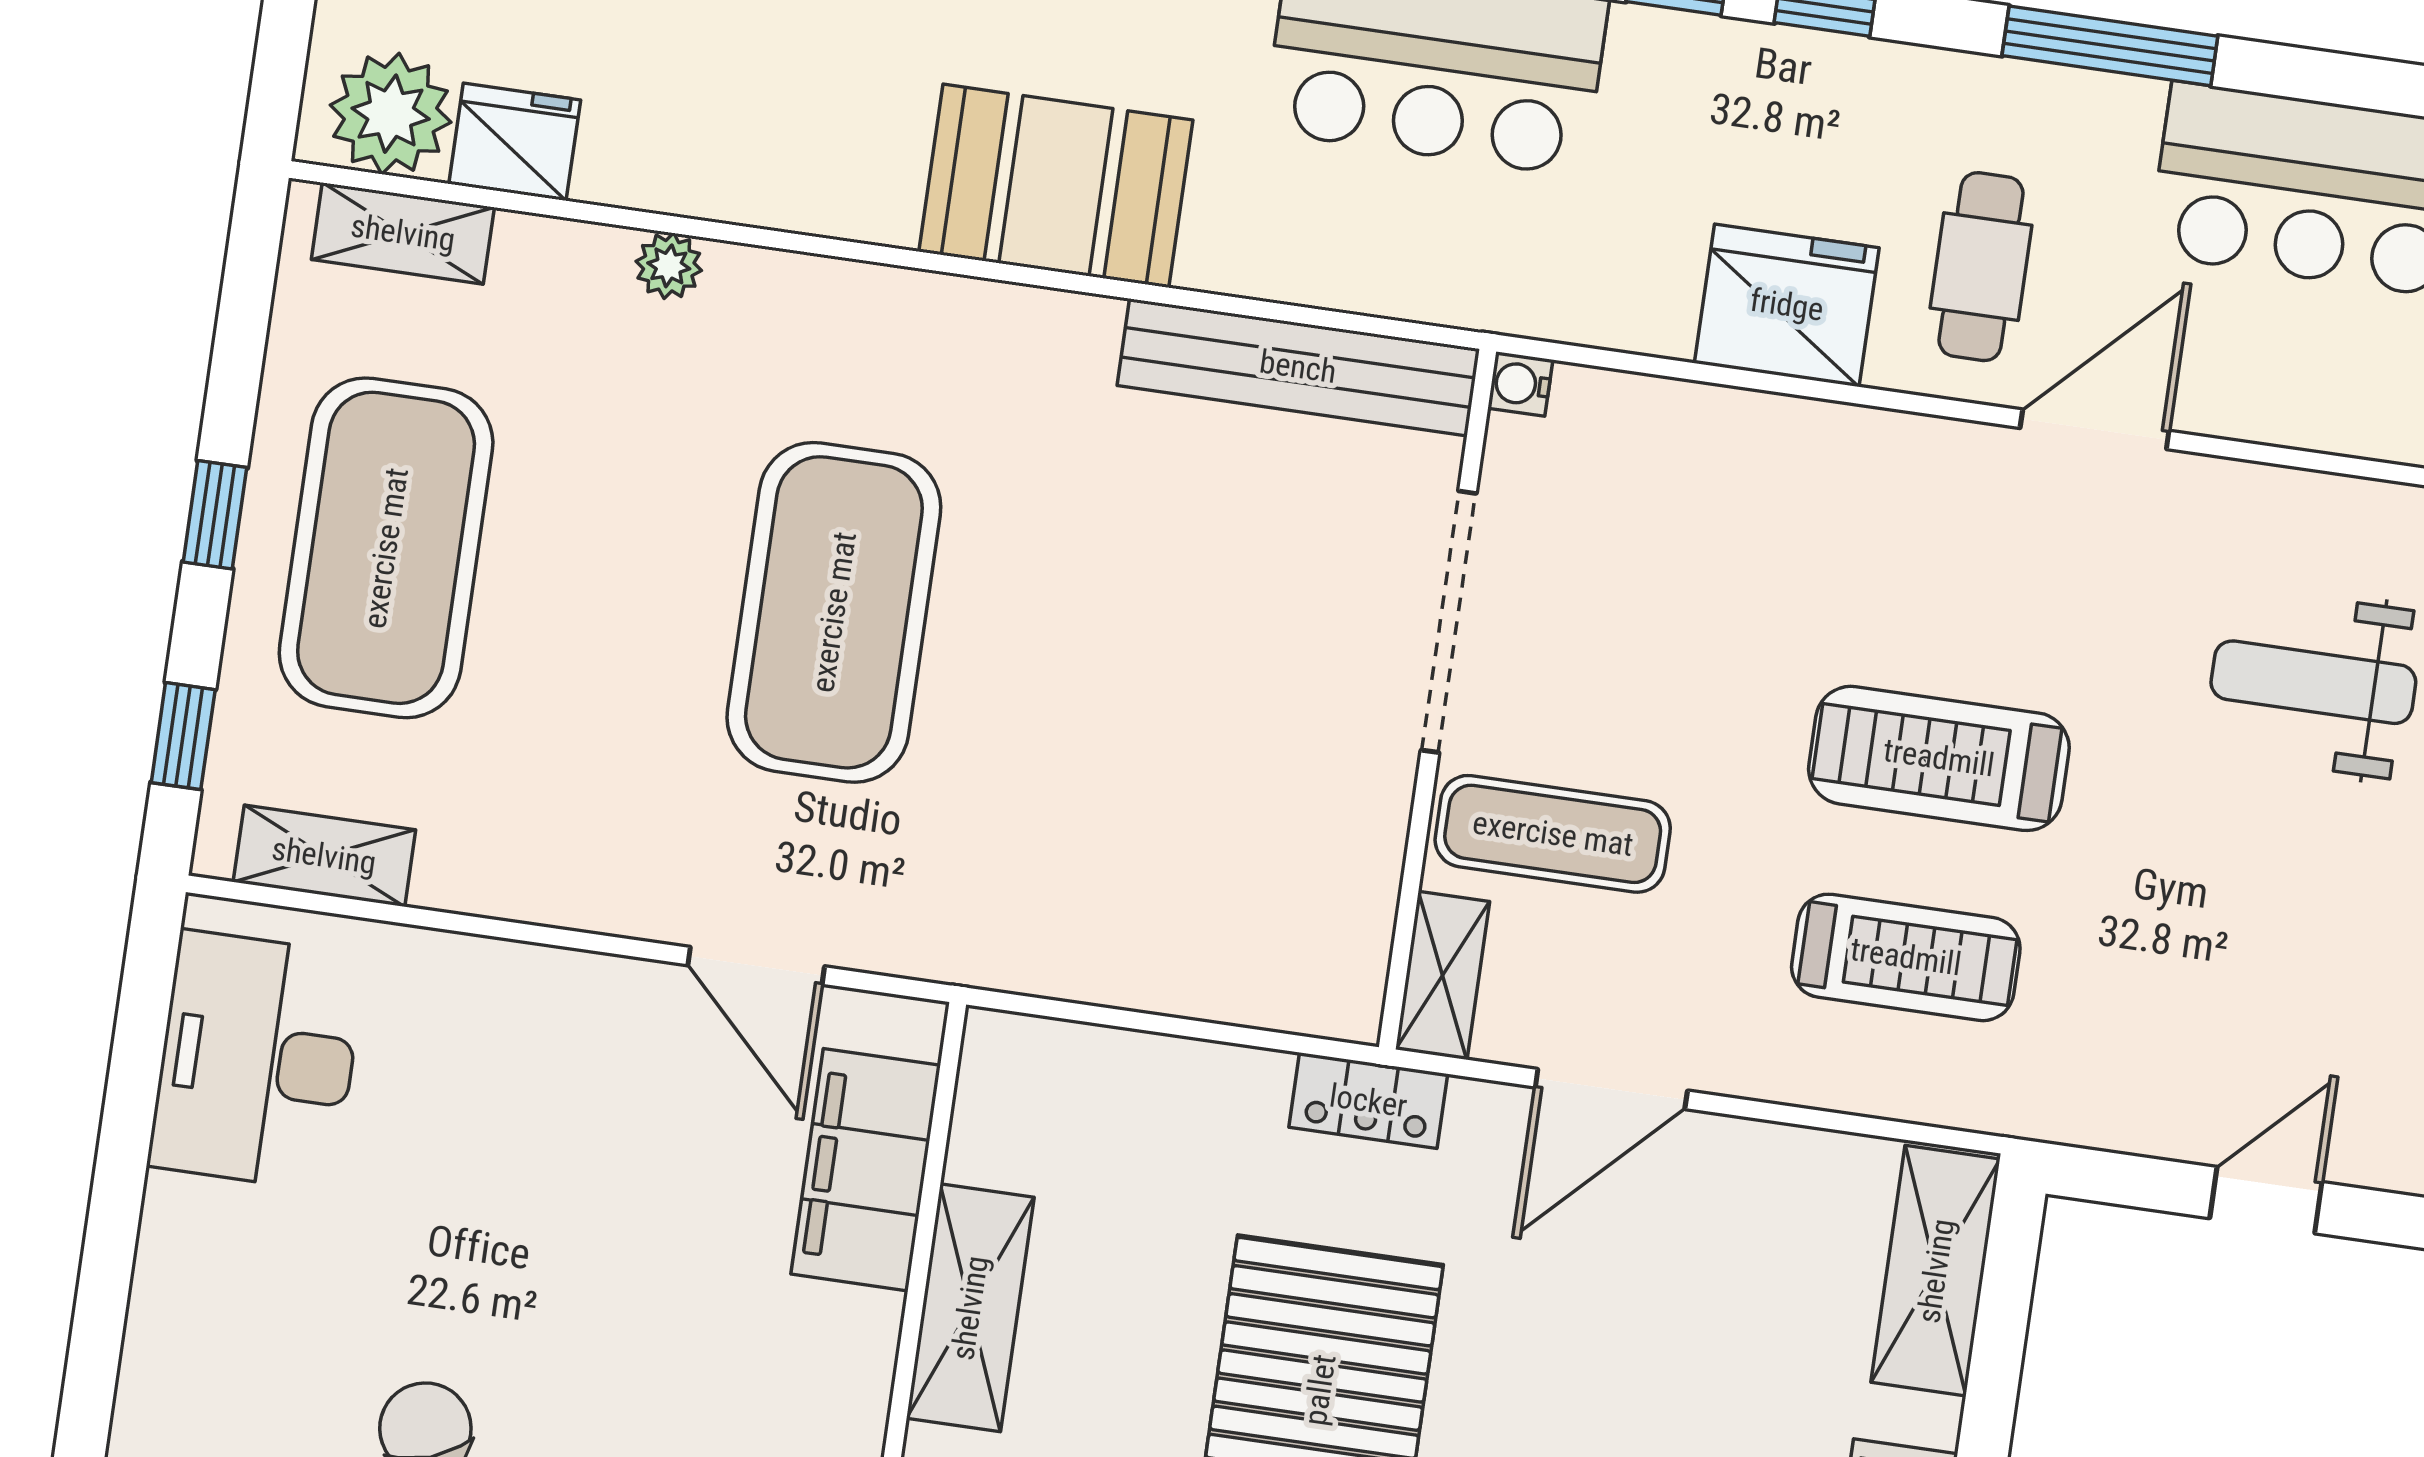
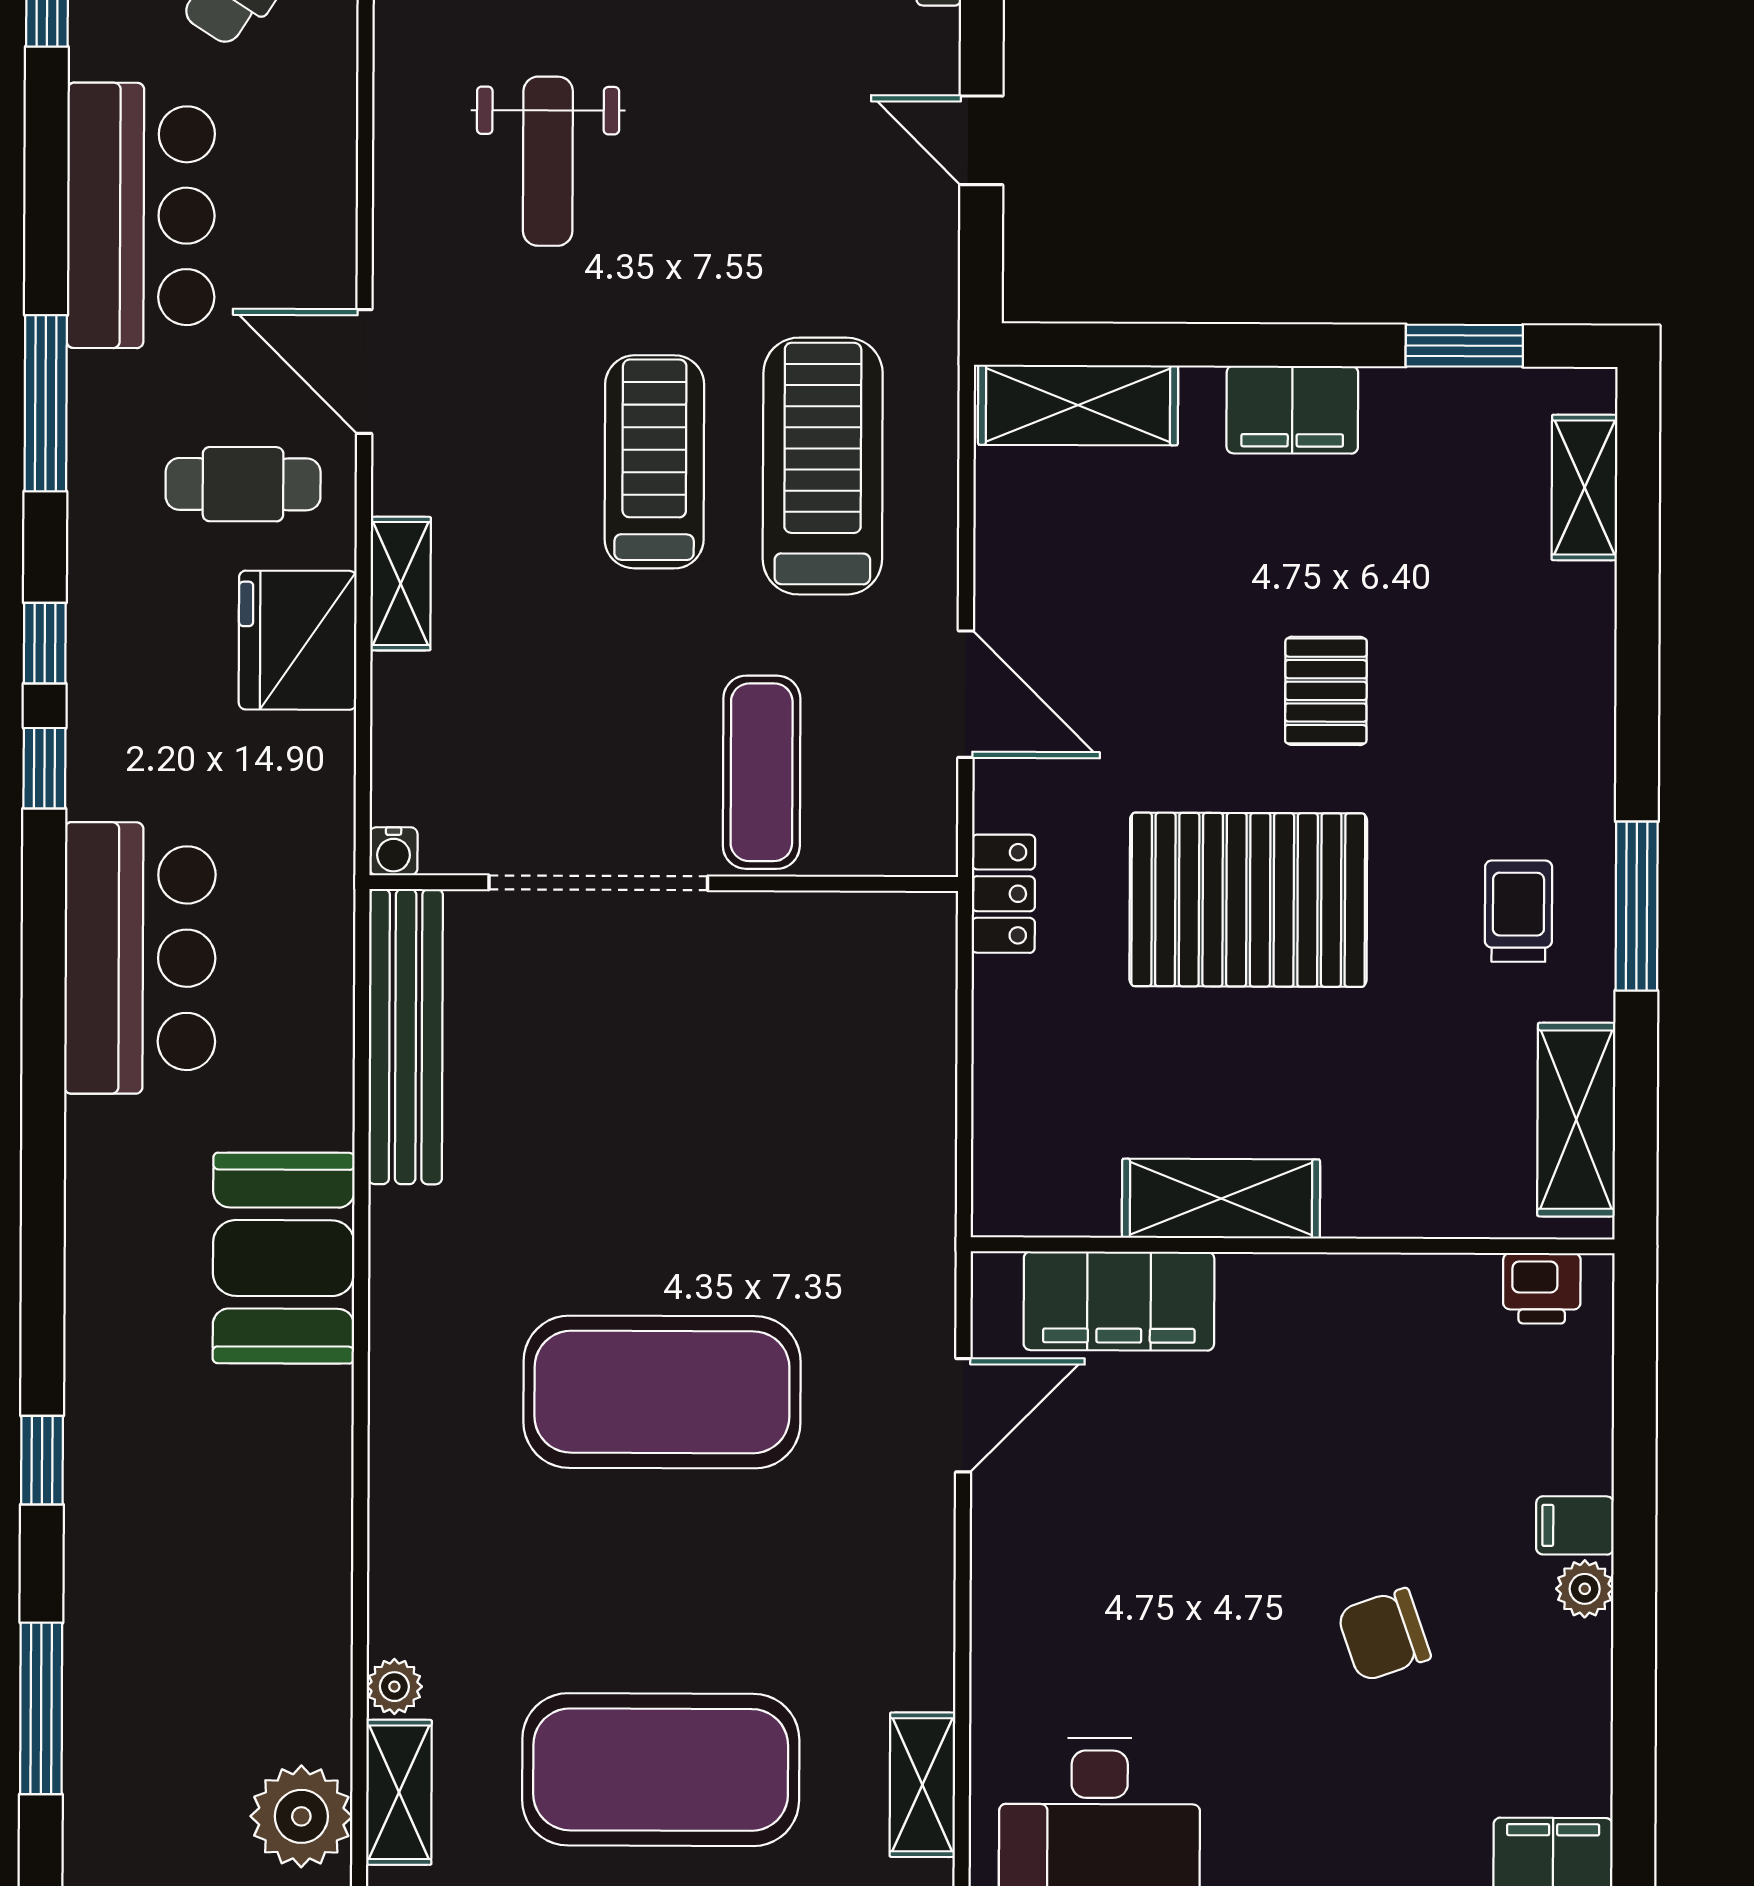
fridge: (515, 142) -> (310, 1710), removed
plant: (669, 266) -> (394, 1687), moved
treadmill: (1939, 758) -> (654, 462), turned 180
treadmill: (1906, 957) -> (823, 466), width x1.37, depth x1.38
shelving: (1443, 975) -> (401, 584), moved, turned 90

